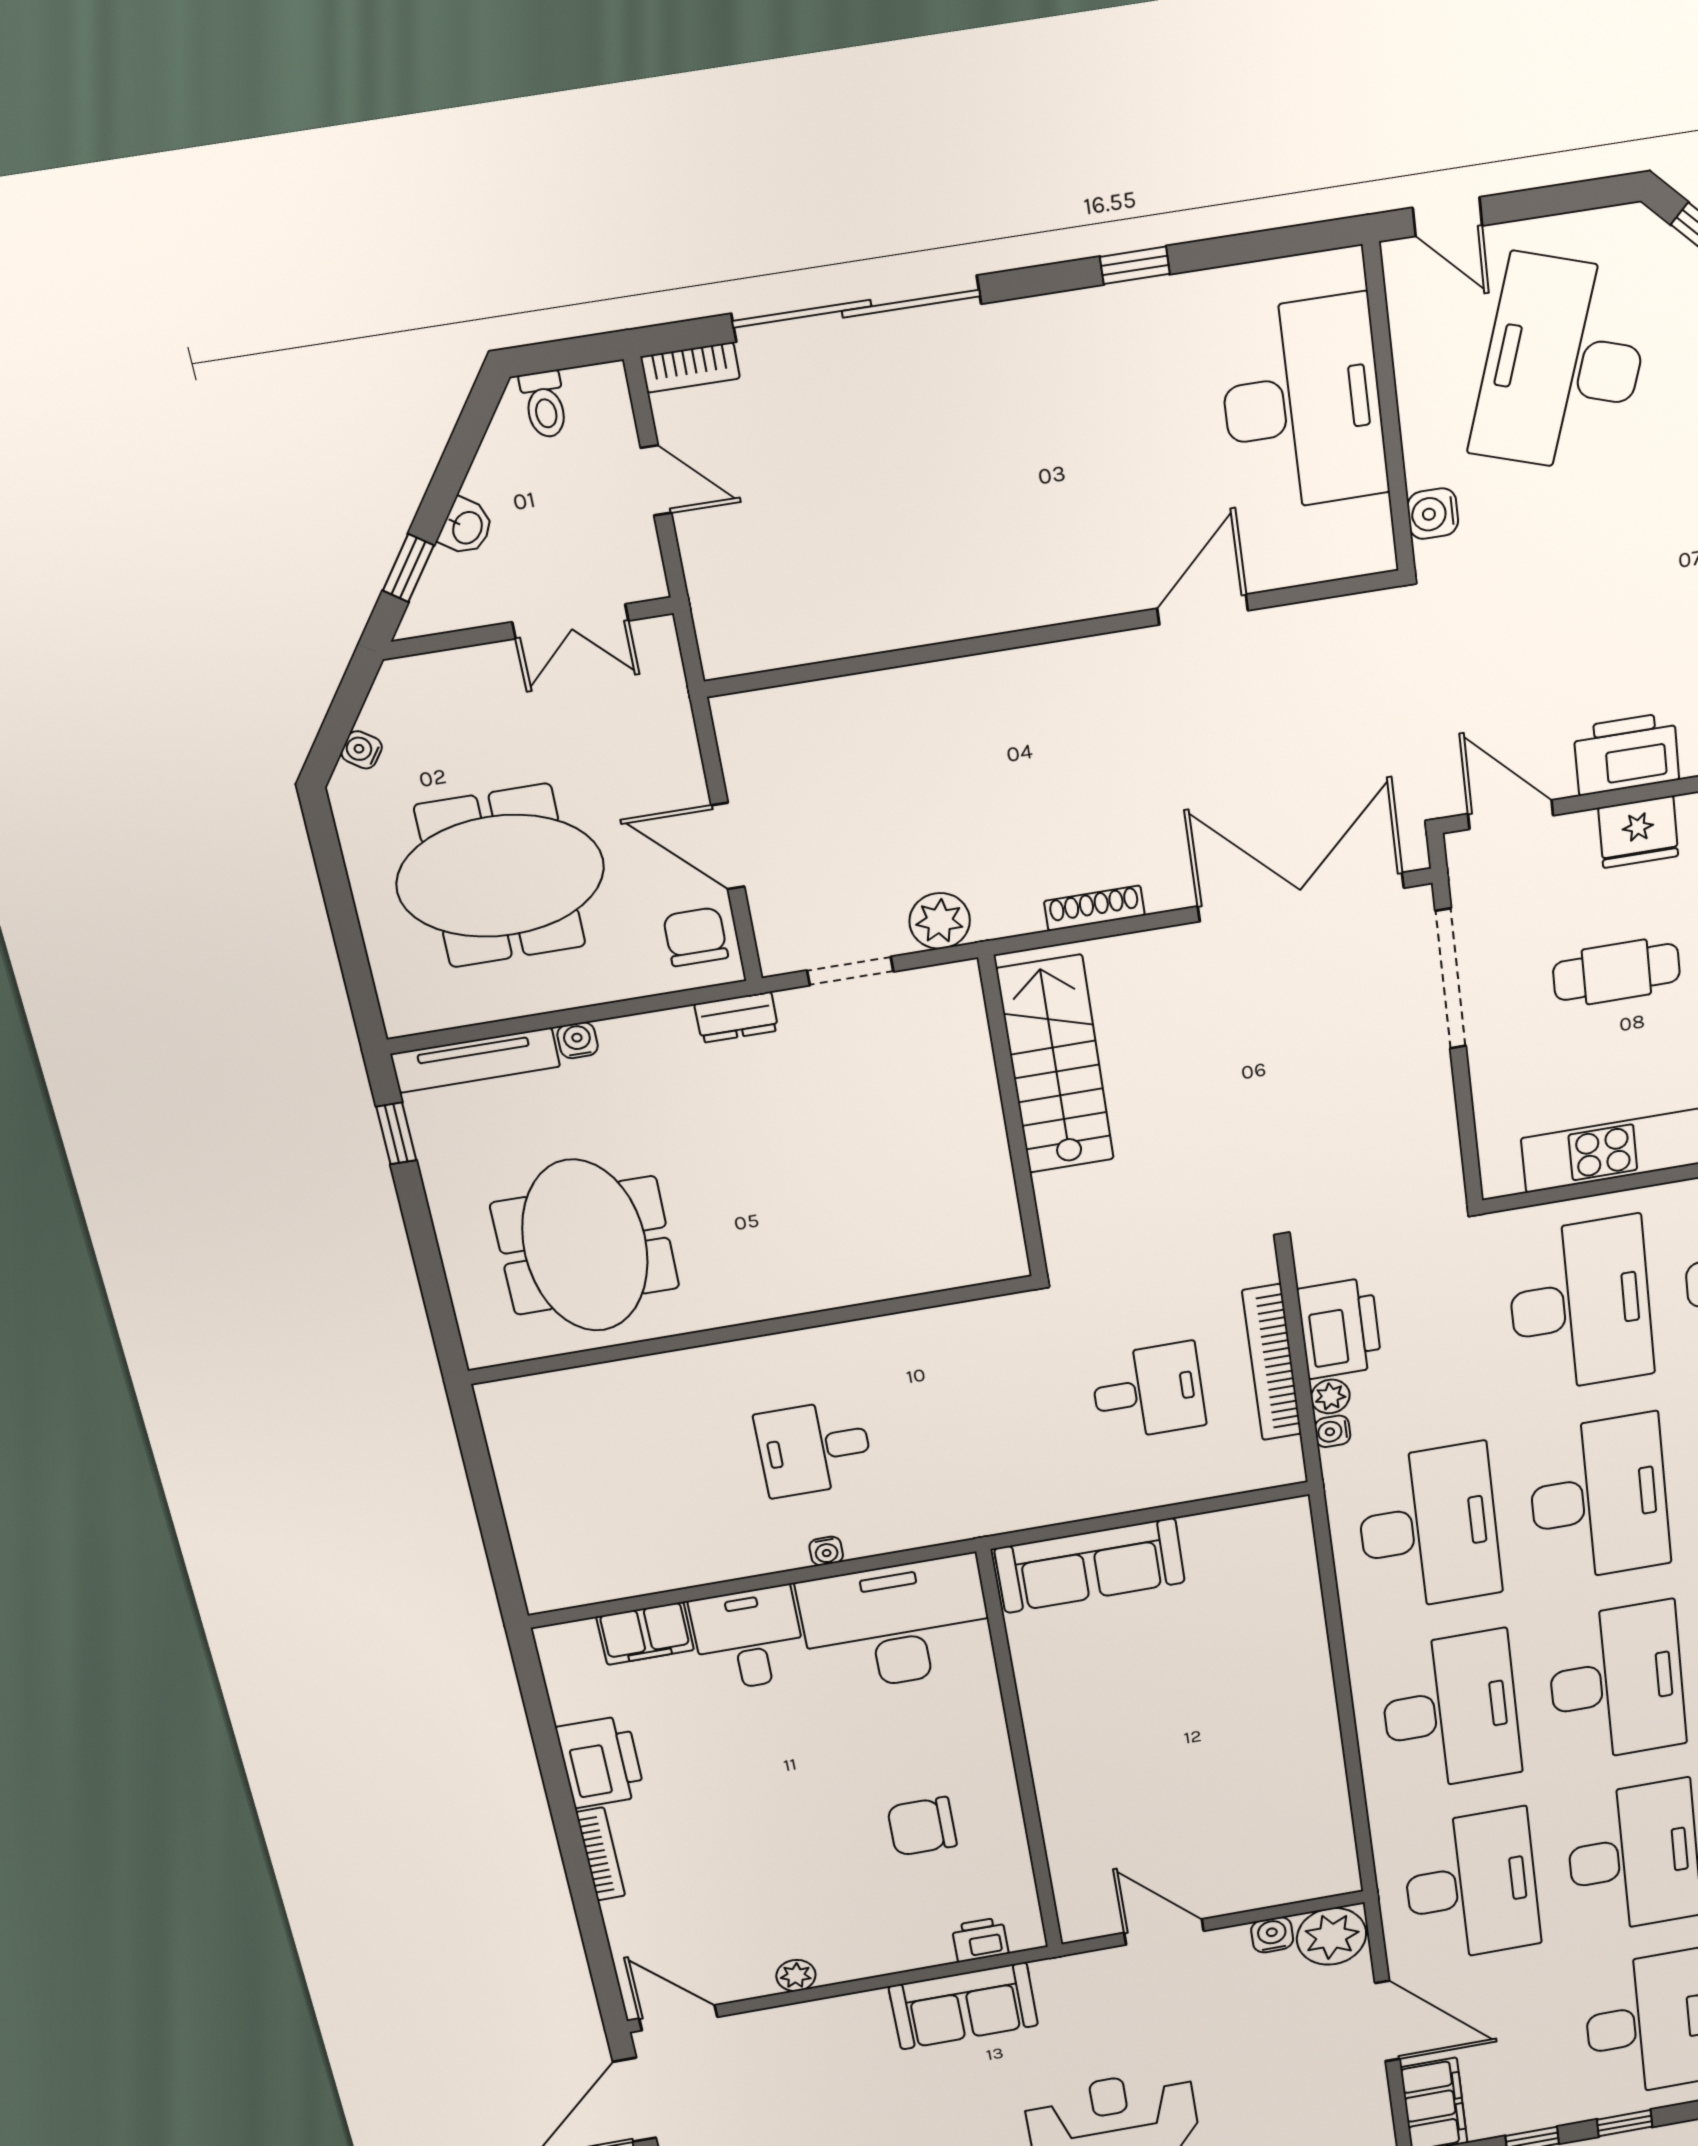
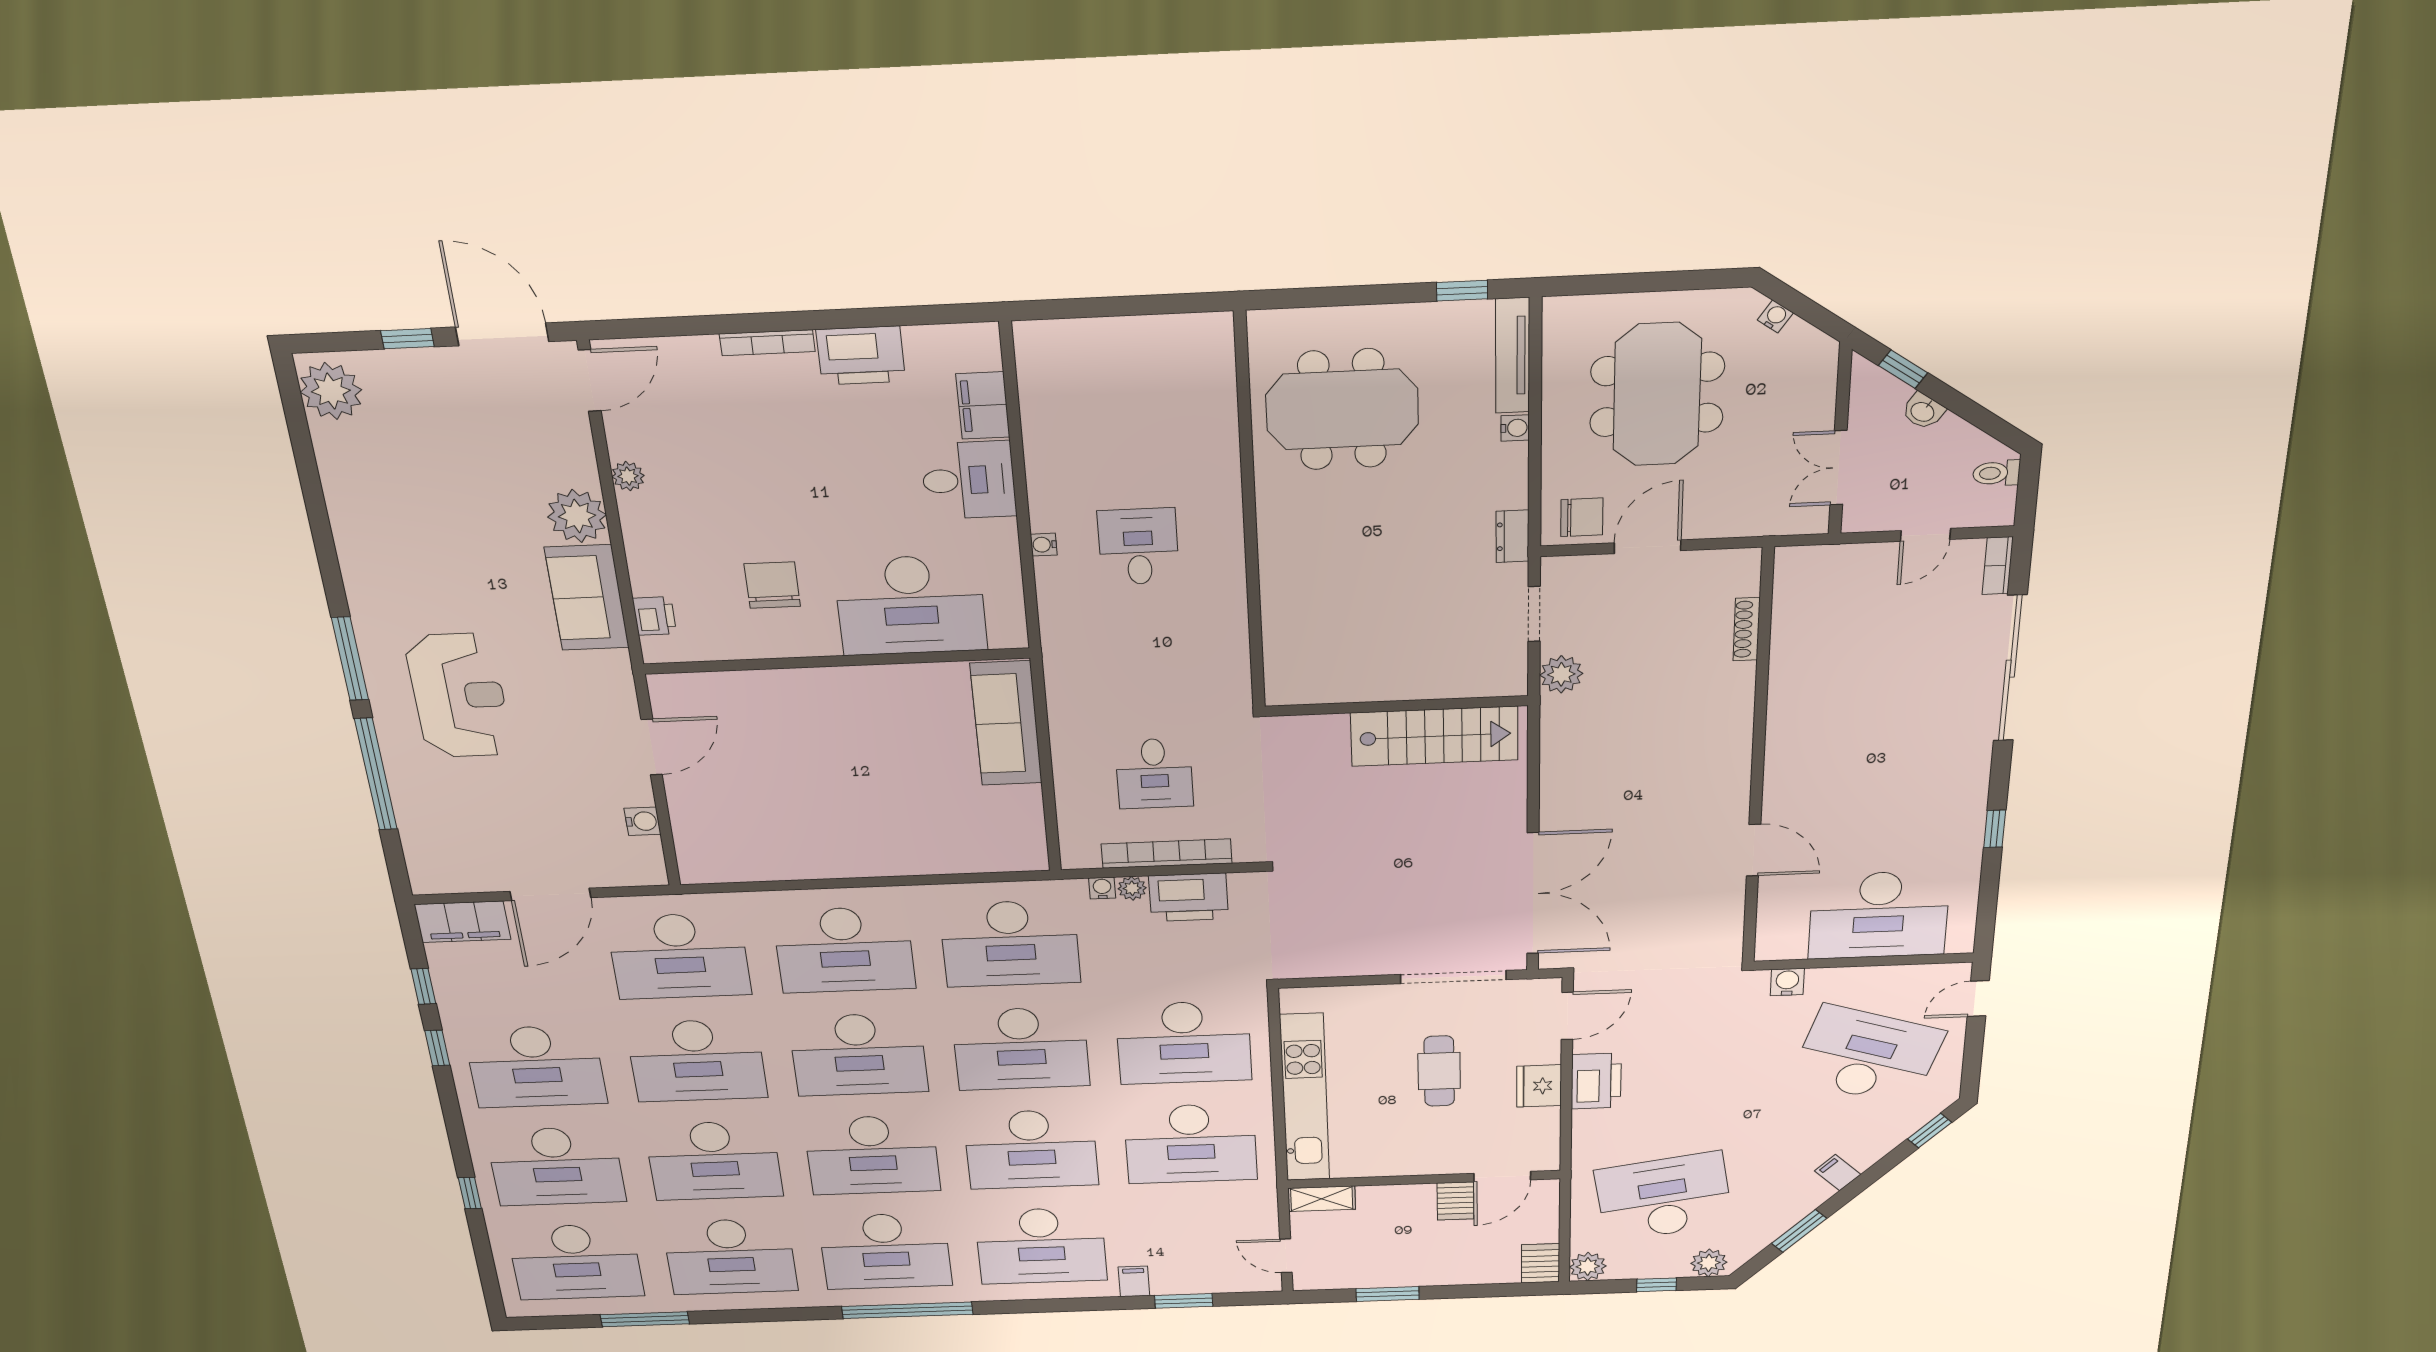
shoe rack: (1094, 908) -> (1747, 629), moved, turned 180
desk: (896, 1625) -> (911, 605), moved, turned 90
plant: (1332, 1936) -> (577, 516), moved

